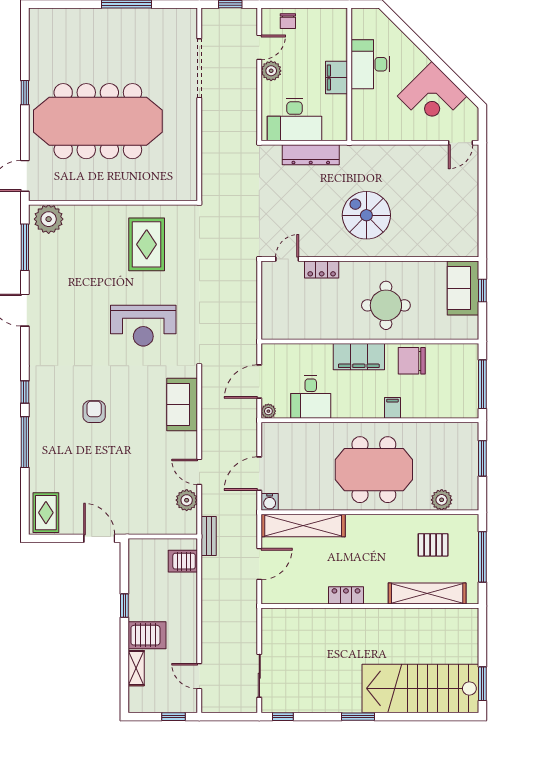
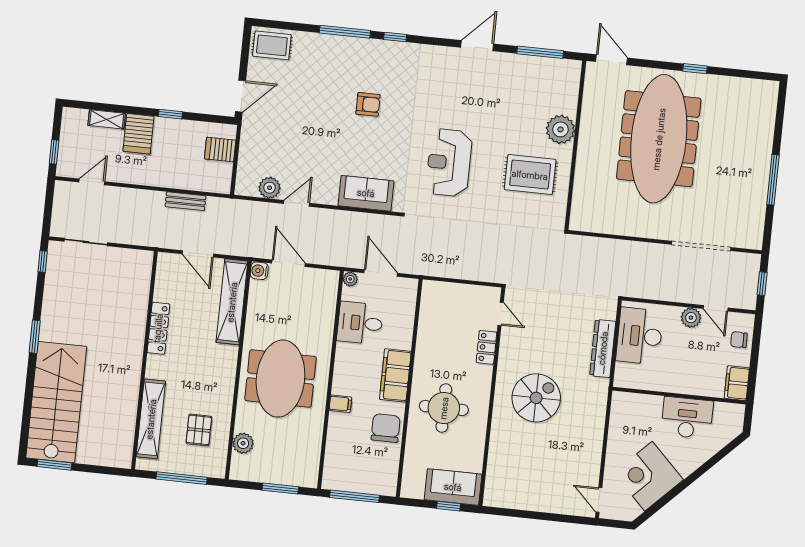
filing cabinet: (336, 77) -> (737, 383), moved, turned -90
plant: (49, 219) -> (560, 129), moved
bench: (209, 536) -> (185, 201), moved
server rack: (183, 561) -> (220, 150), moved, turned -90
locker: (346, 595) -> (158, 328), width x1.53

